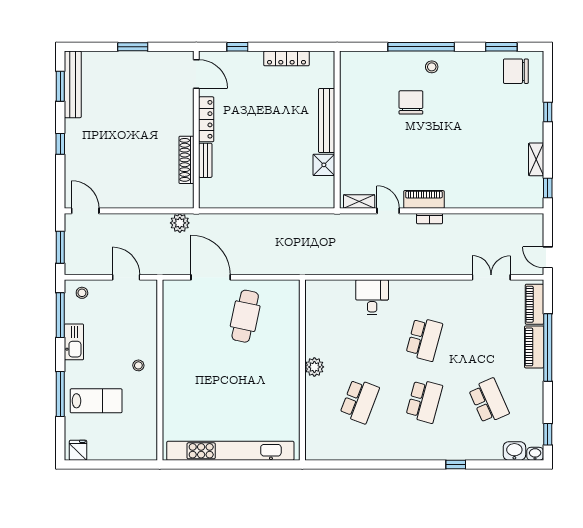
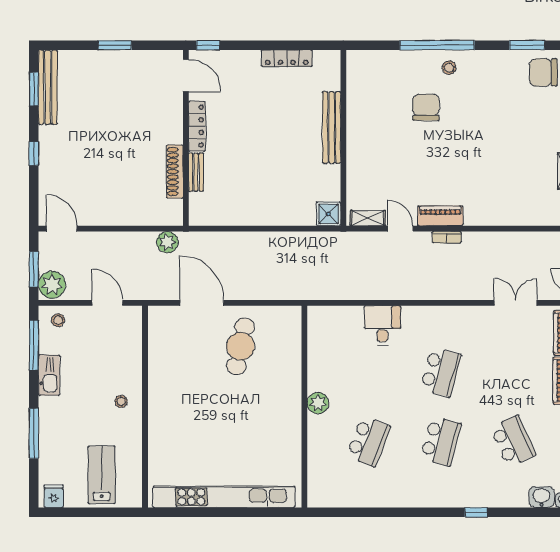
window: (237, 47) -> (208, 45), moved
shower: (324, 165) -> (328, 214), moved
plant: (77, 261) -> (52, 285), added
lab bench: (96, 401) -> (102, 475), moved, turned -90

